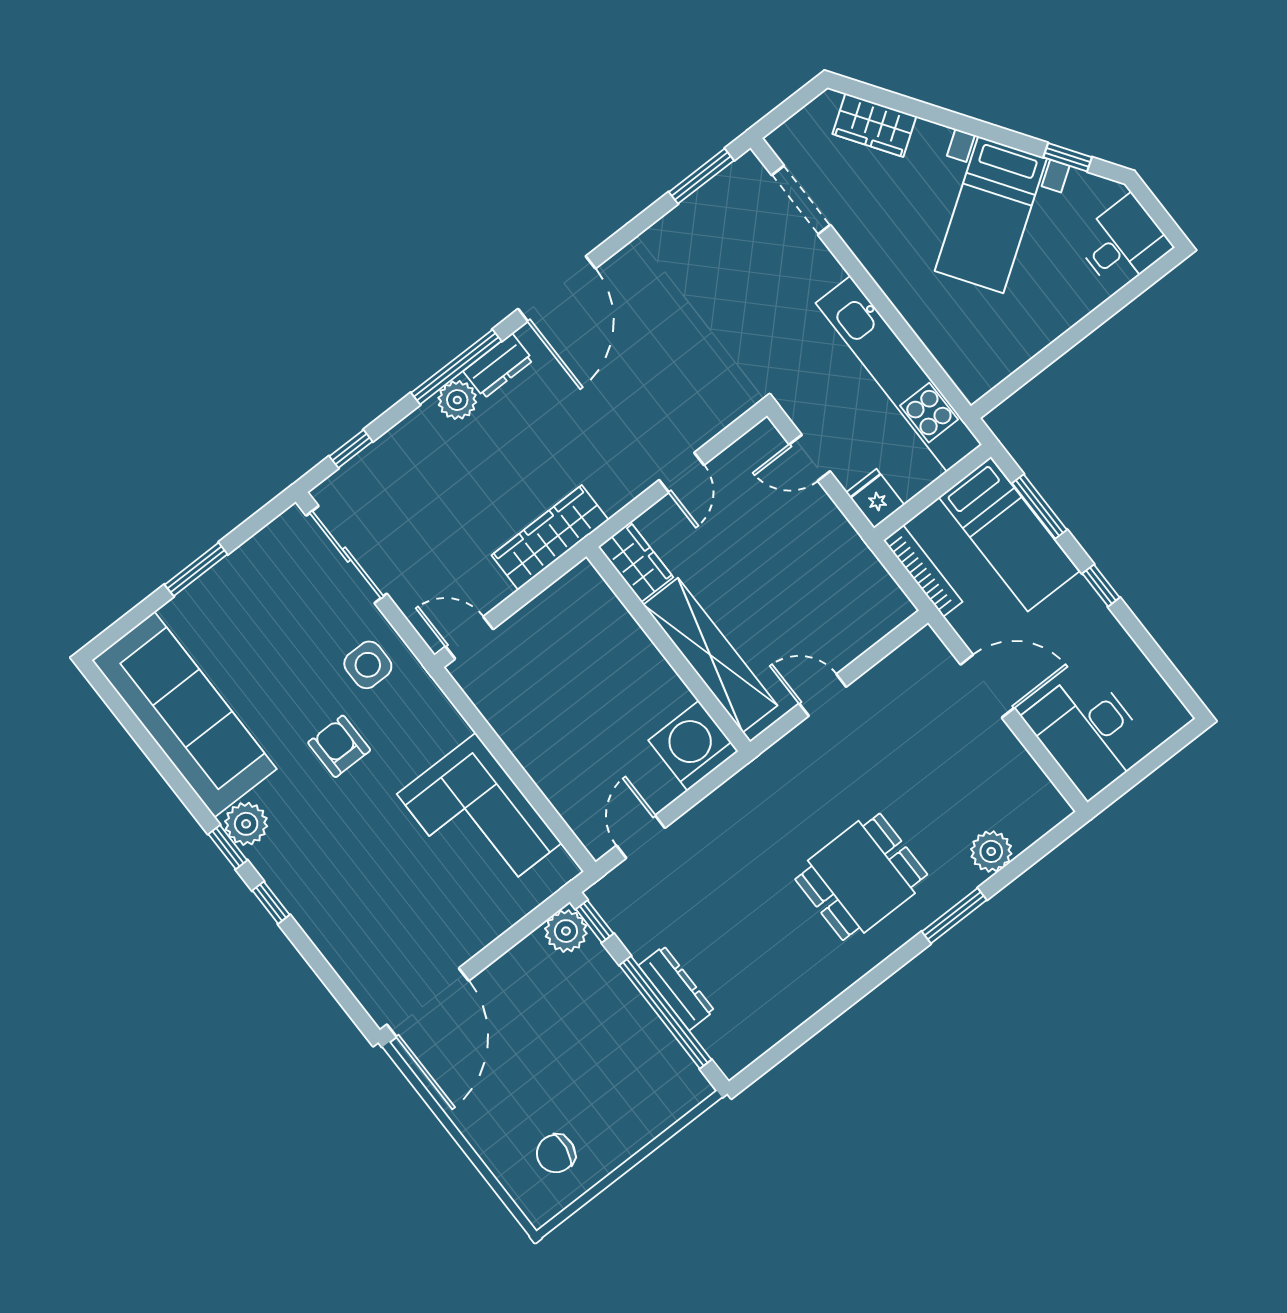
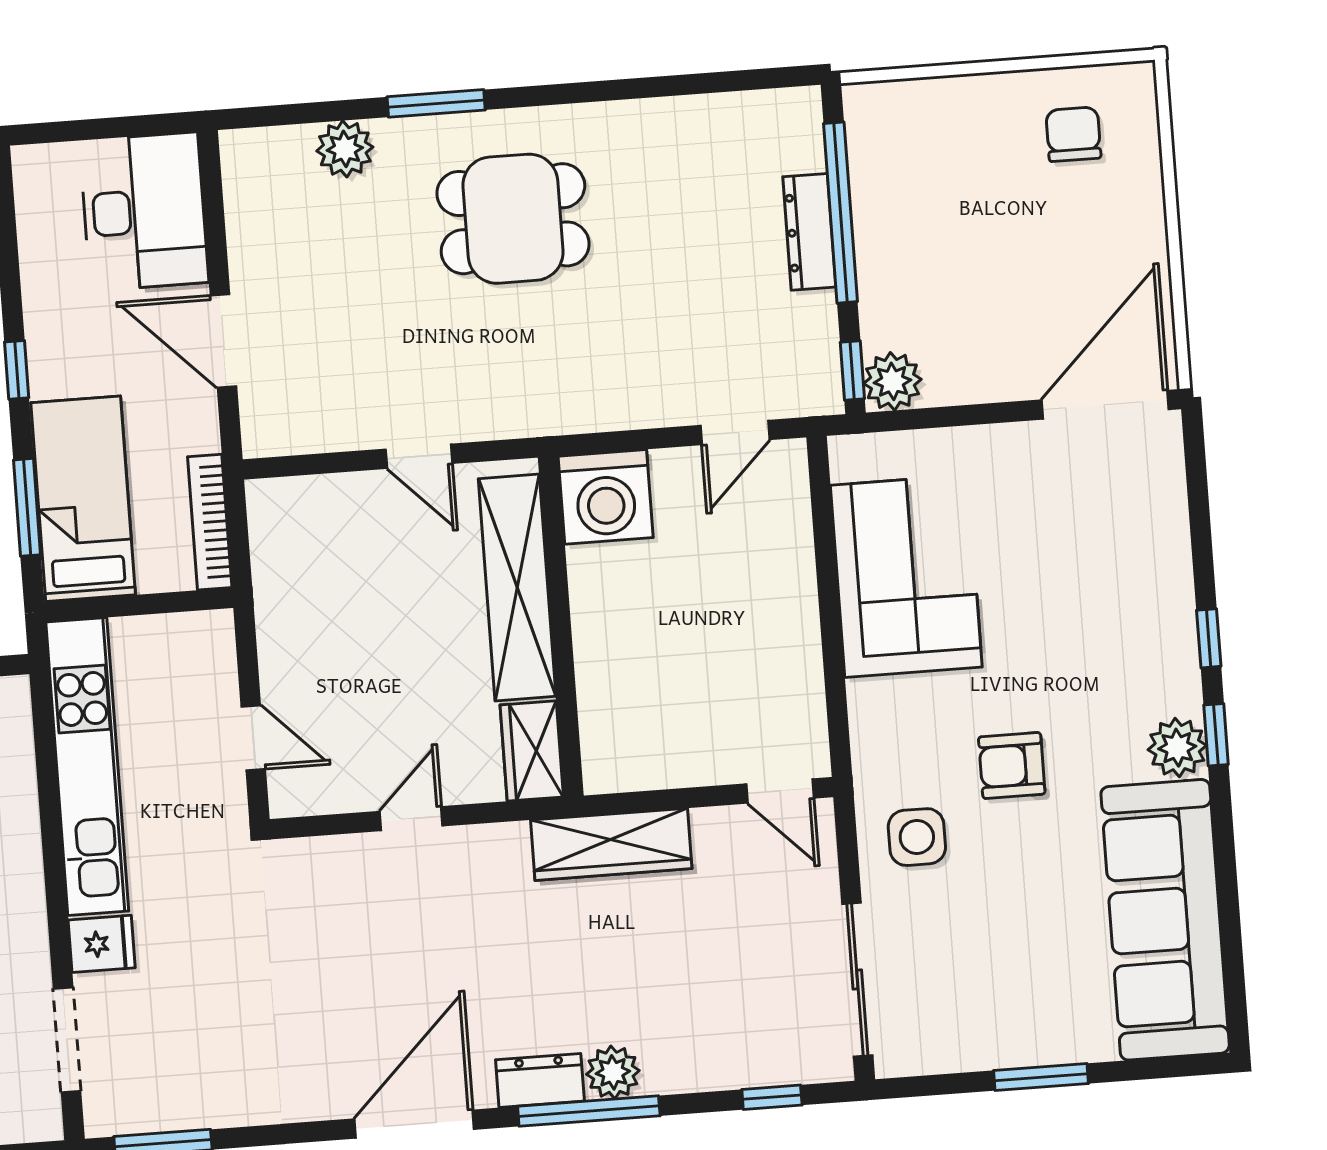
fridge: (875, 499) -> (102, 944), moved, turned -90
armchair: (339, 746) -> (1012, 766), turned 90
chair: (556, 1154) -> (1073, 134), turned -99

